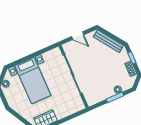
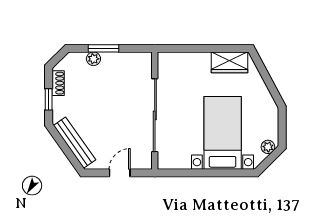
door: (78, 36) -> (120, 173), hinge flipped

